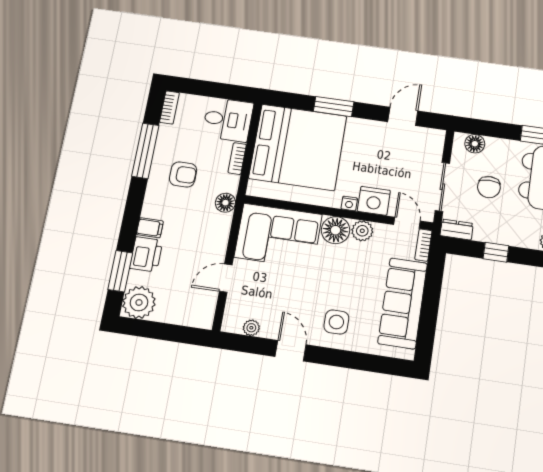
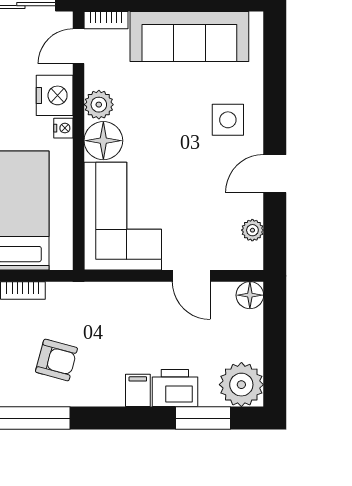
armchair: (183, 174) -> (56, 360), turned 105
floor lamp: (225, 203) -> (250, 295), moved

